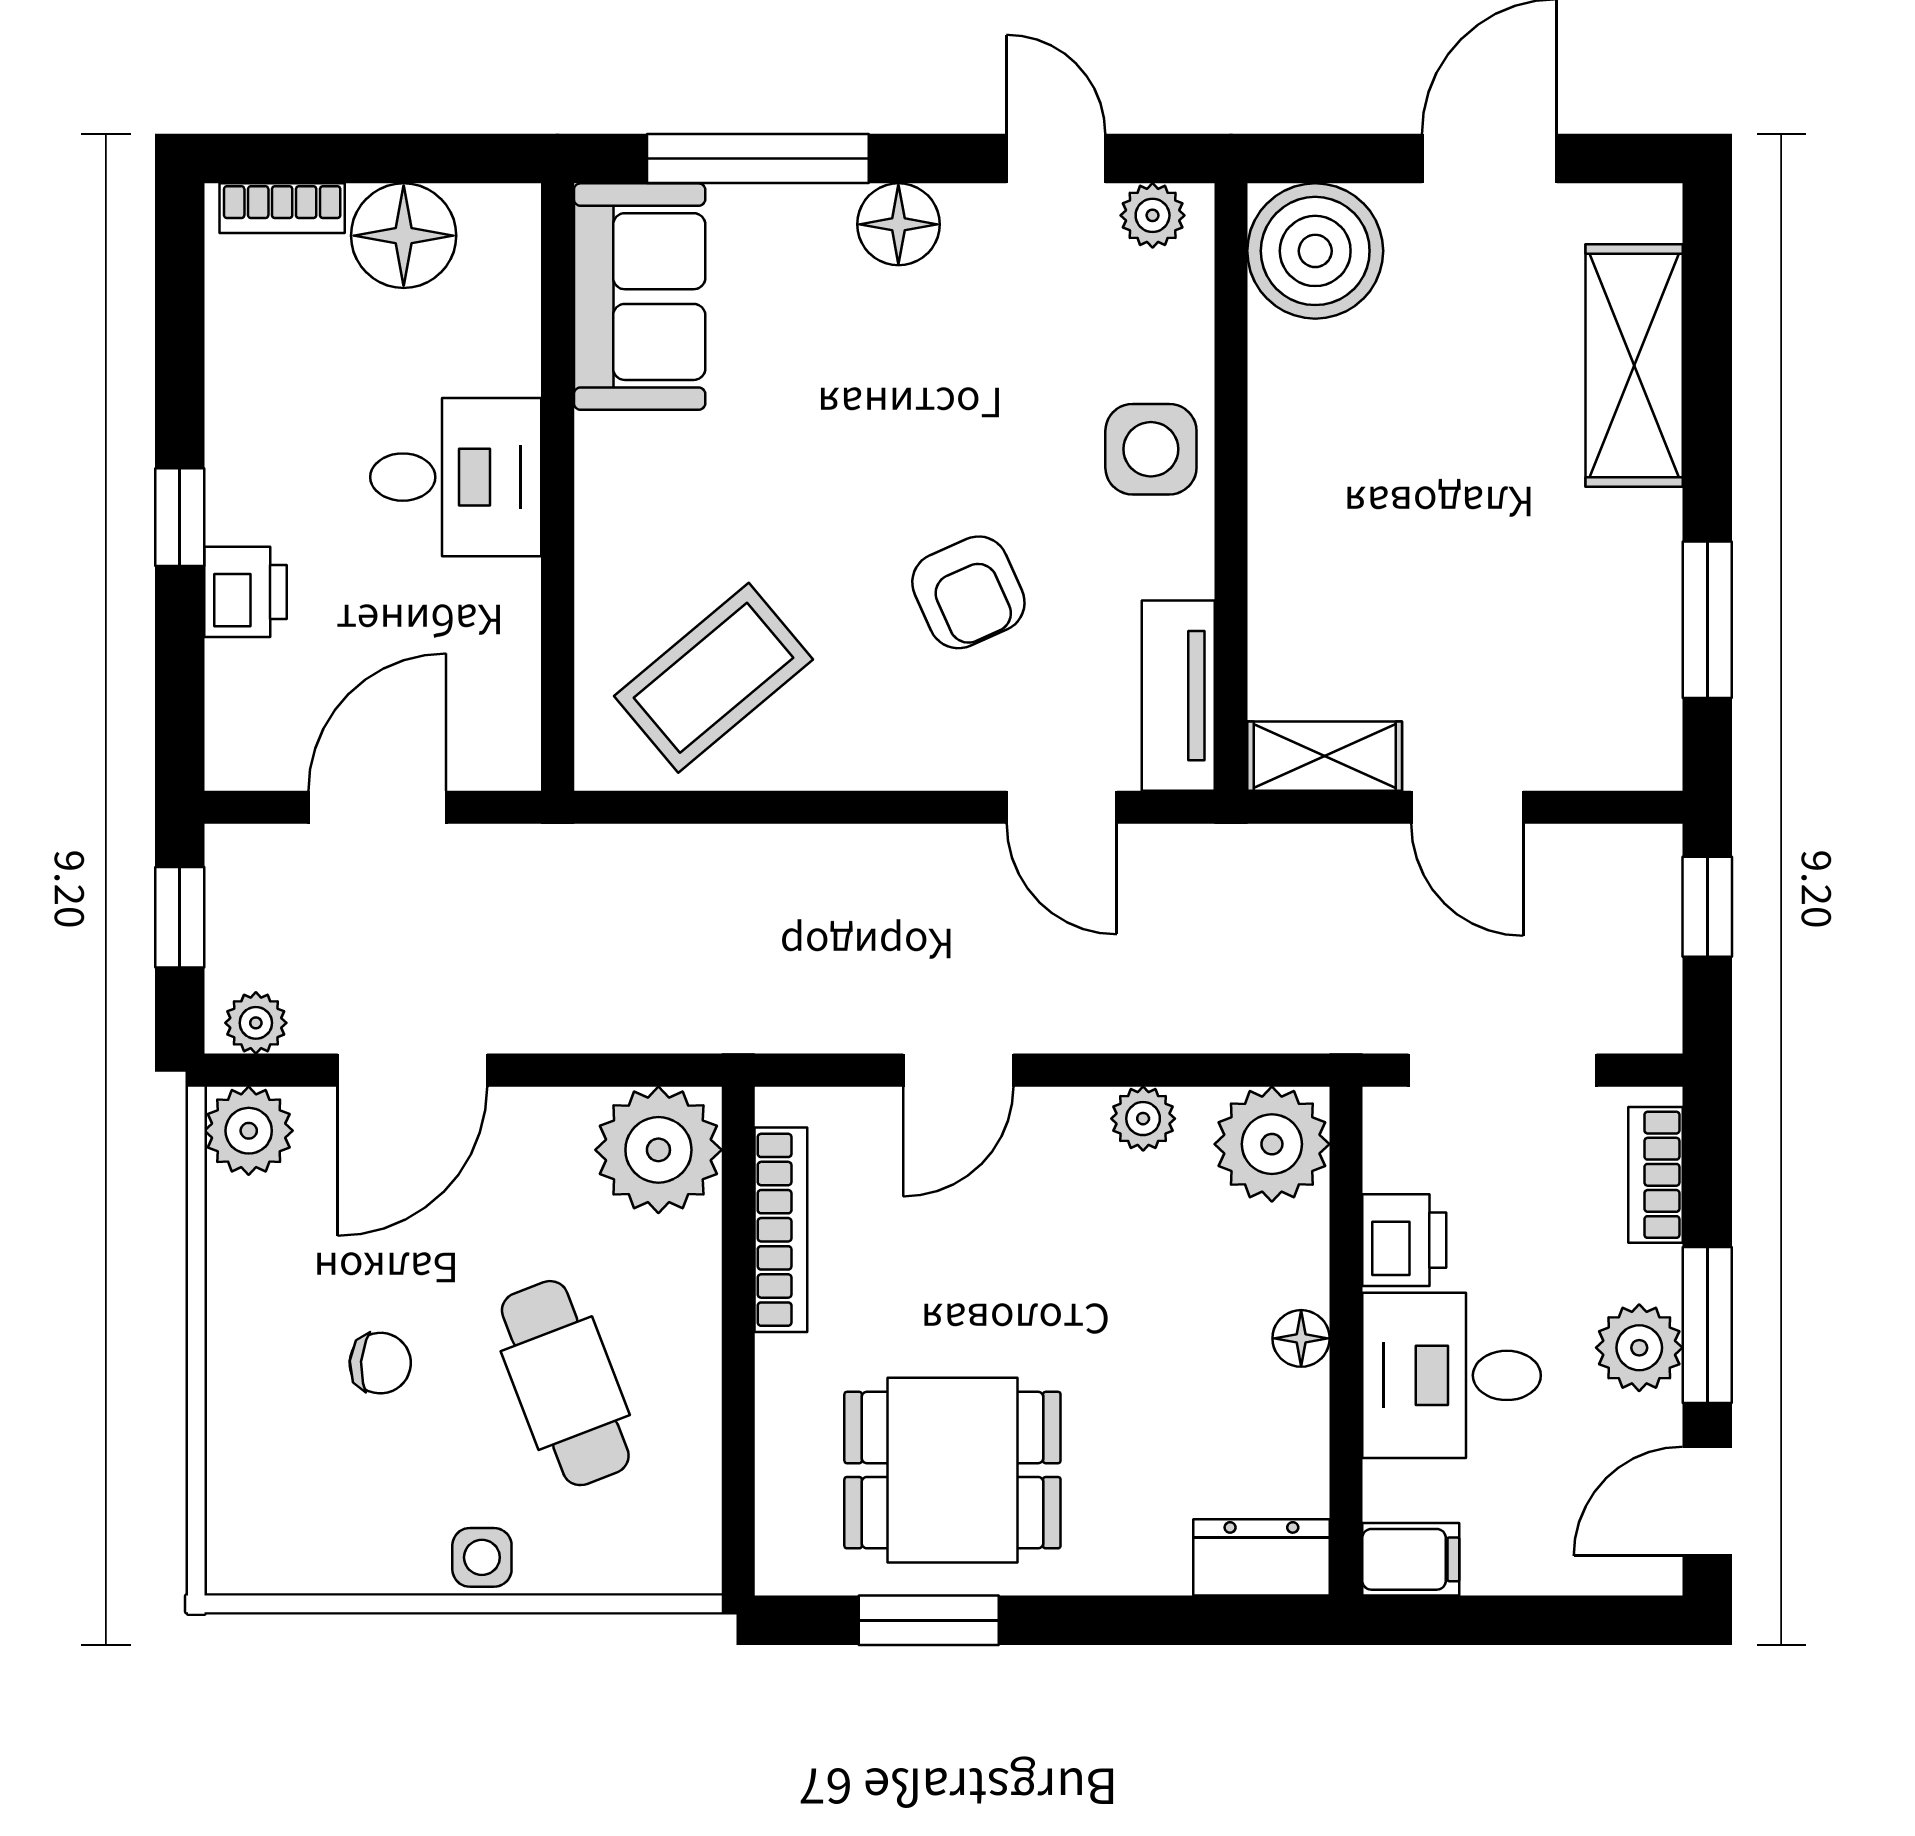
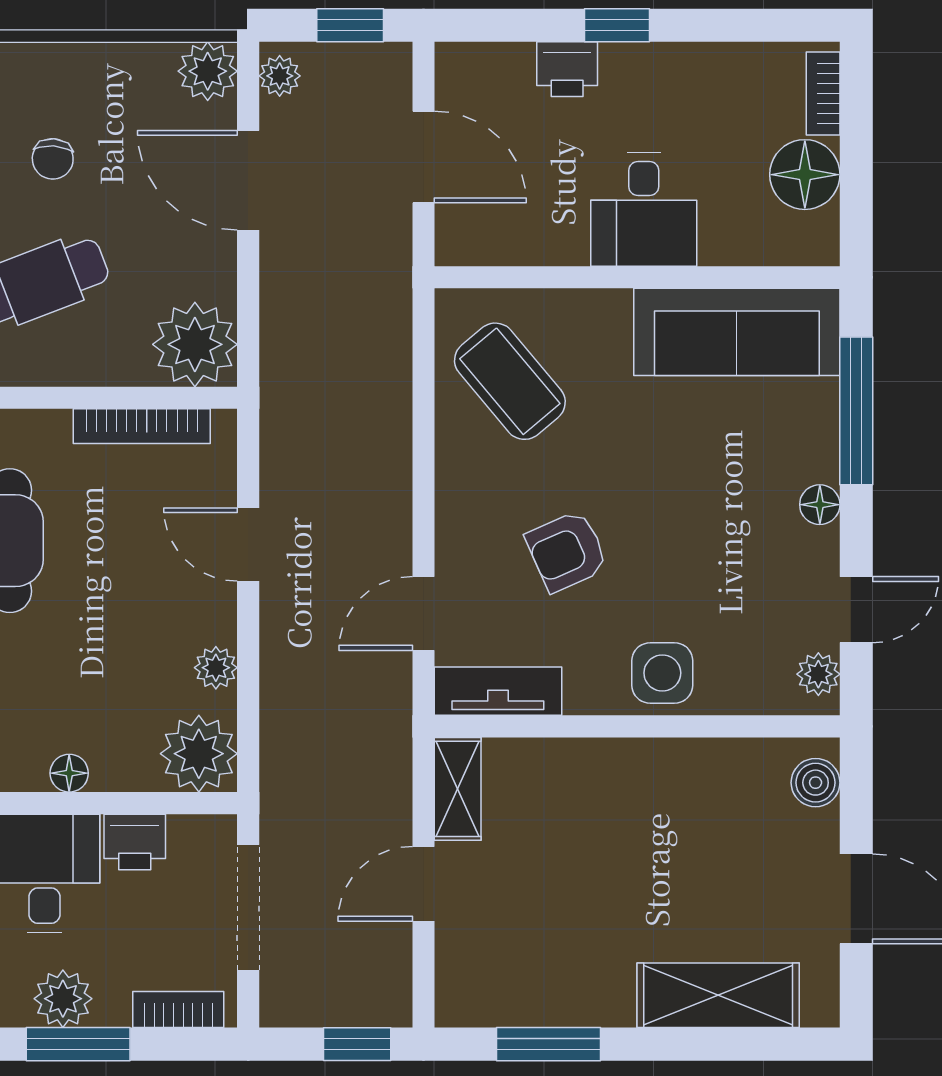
floor lamp: (898, 224) -> (820, 505), width x0.73, depth x0.73
boiler: (1315, 251) -> (816, 783), width x0.54, depth x0.54
sofa: (640, 297) -> (737, 332), width x1.36

